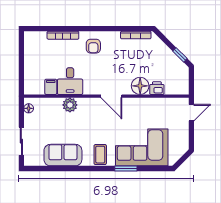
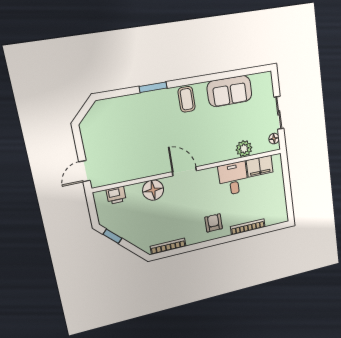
filing cabinet: (51, 87) -> (260, 166), width x2.00
printer: (157, 88) -> (116, 195), moved
plant: (70, 105) -> (244, 149), moved
sliding door: (21, 141) -> (279, 113), moved
corner sofa: (142, 147) -> (138, 117), removed

